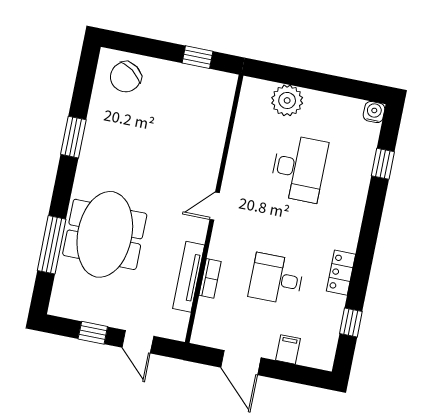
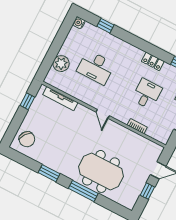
desk: (299, 168) -> (96, 67), turned 180
window: (52, 245) -> (83, 191), moved
tv unit: (189, 277) -> (60, 99), moved
desk: (276, 279) -> (147, 94), turned 180

